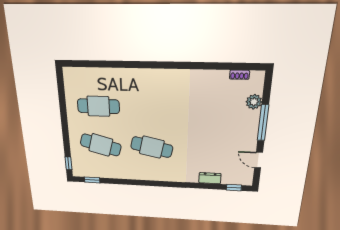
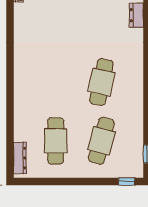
dresser: (81, 73) -> (20, 158), added

